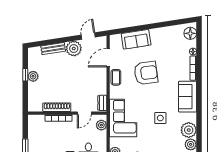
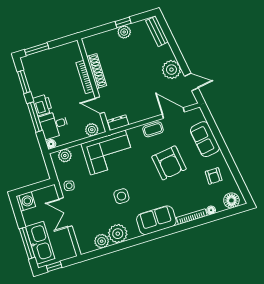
armchair: (167, 41) -> (214, 176), added
bench: (53, 49) -> (157, 31), moved

